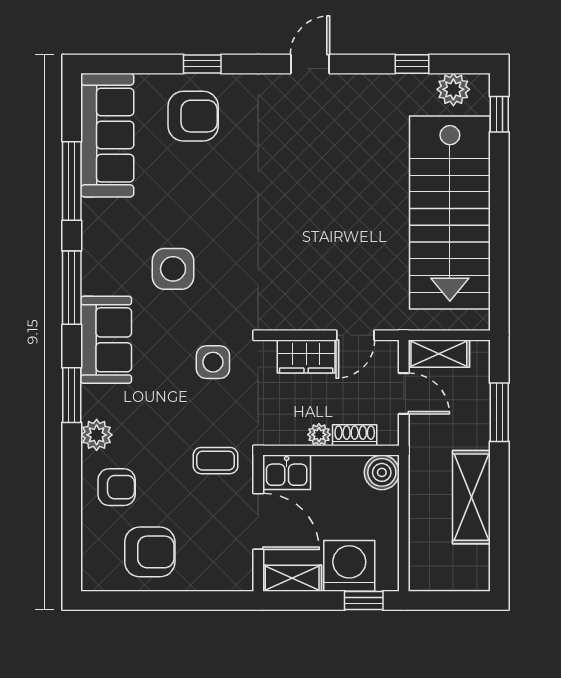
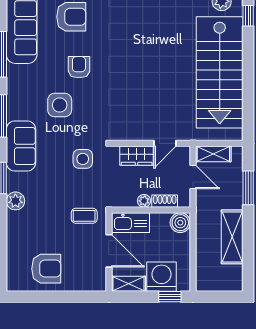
kitchen sink: (287, 472) -> (130, 223), width x1.38
armchair: (117, 487) -> (79, 67), moved, turned -90

